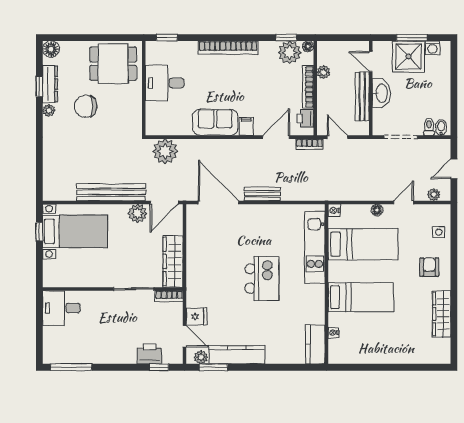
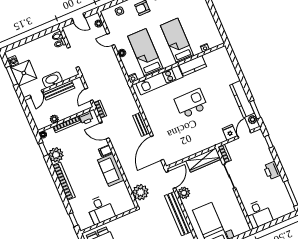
plant: (290, 52) -> (56, 155), moved
door: (164, 202) -> (171, 180), hinge flipped
kitchen counter: (315, 344) -> (193, 66), moved
printer: (150, 354) -> (272, 171), moved

